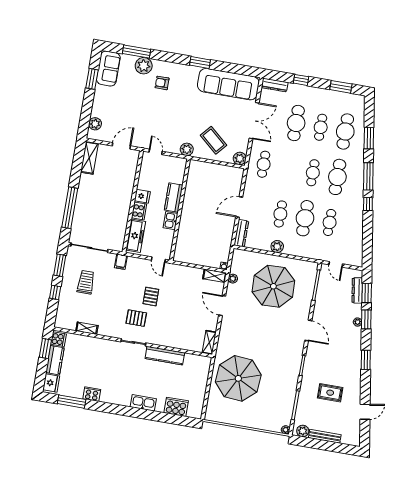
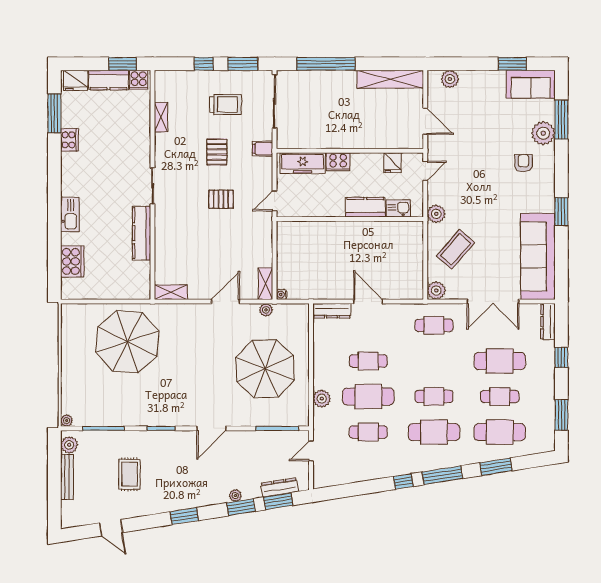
shelving: (89, 158) -> (390, 79), width x1.47
fridge: (142, 196) -> (392, 163), moved
kitchen sink: (171, 221) -> (398, 208), moved
plant: (277, 247) -> (322, 399), moved
pallet: (136, 318) -> (217, 152), moved

